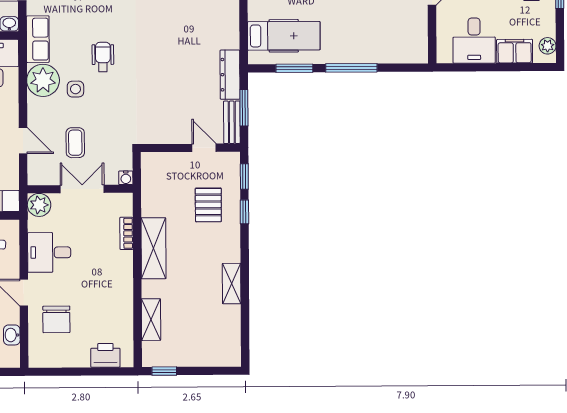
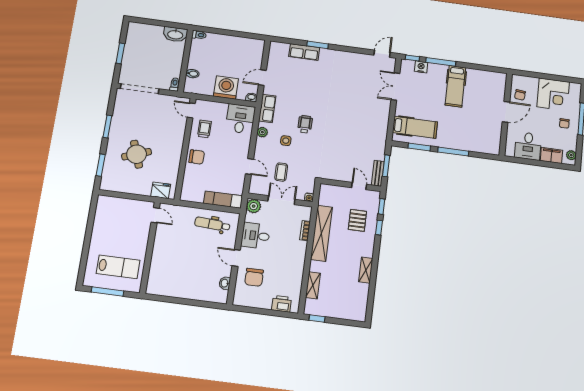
dresser: (230, 75) -> (380, 145), removed
plant: (43, 80) -> (262, 132), width x0.53, depth x0.53
shelving: (153, 248) -> (321, 233), width x1.47

